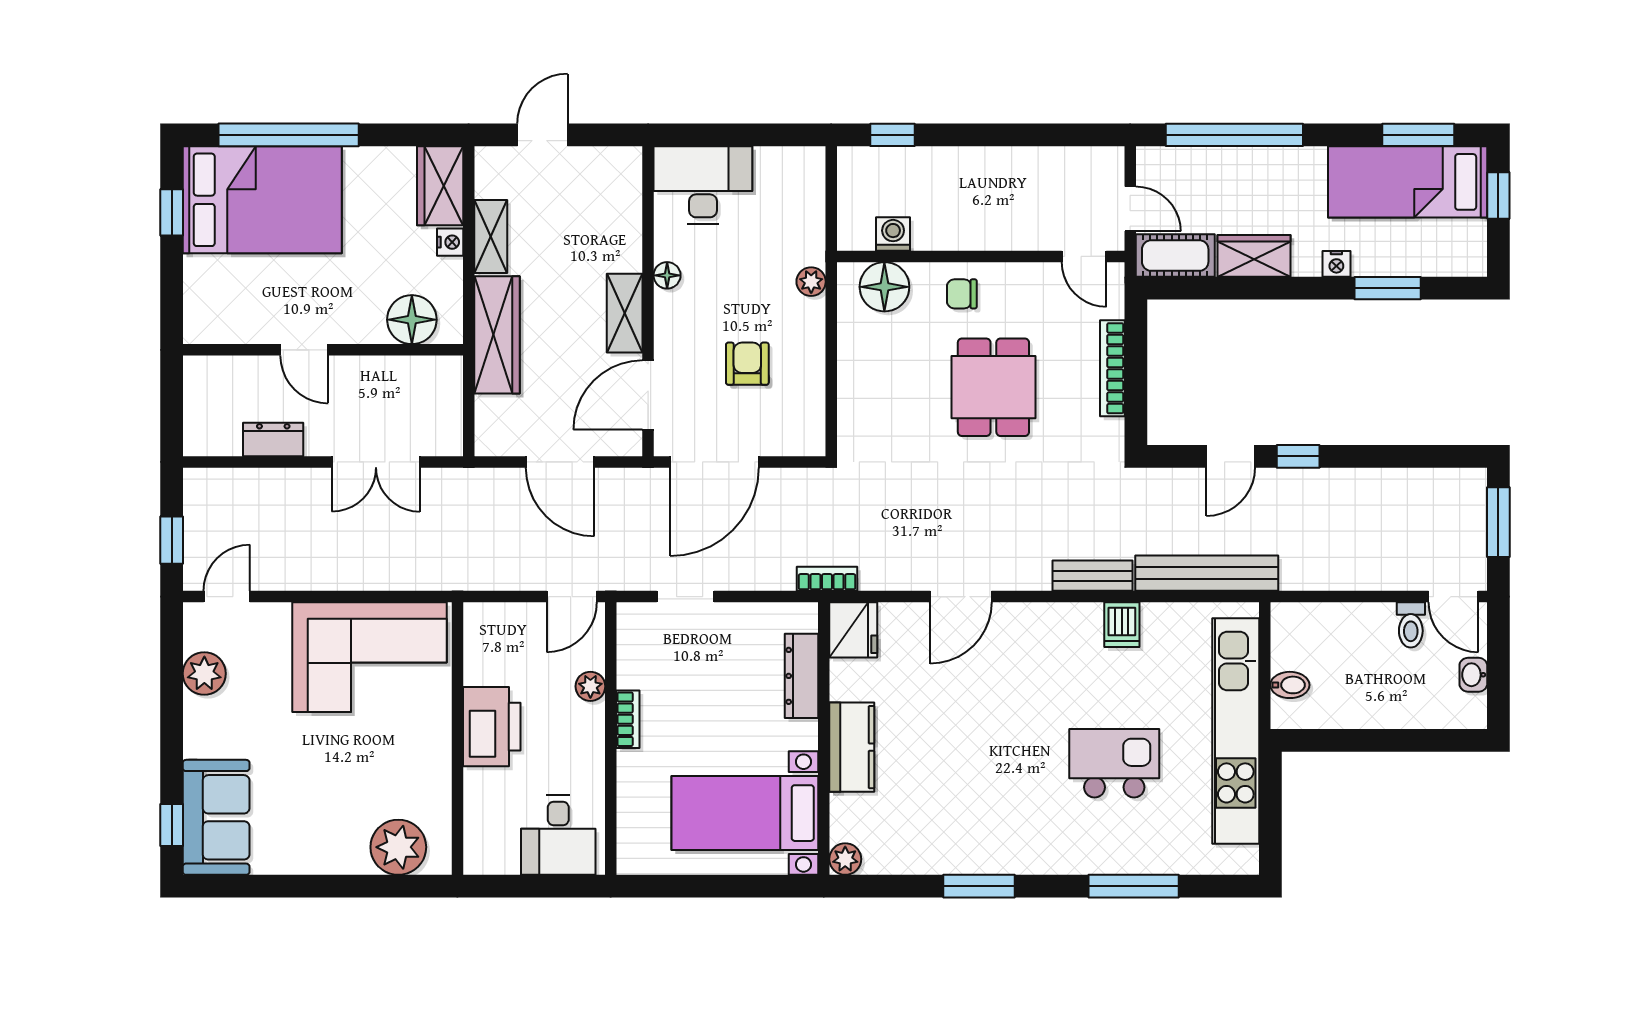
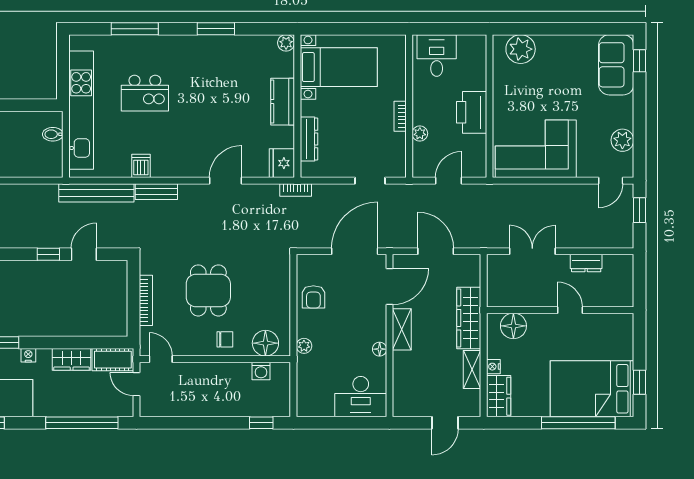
armchair: (747, 364) -> (313, 297), moved
door: (572, 597) -> (448, 181), moved

